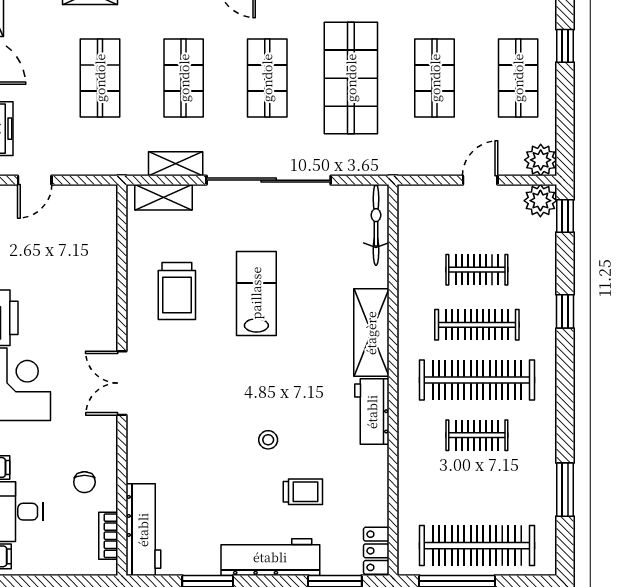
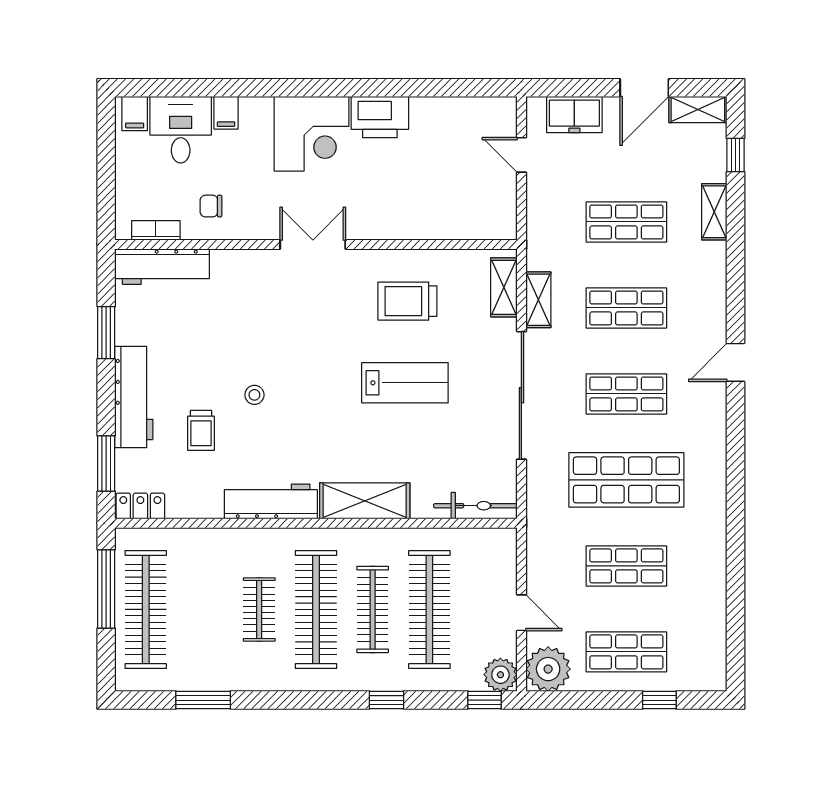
plant: (541, 160) -> (548, 669), width x1.36, depth x1.36
clothes rail: (477, 270) -> (429, 609), width x1.86, depth x1.31
workbench: (372, 412) -> (271, 502), width x1.38

